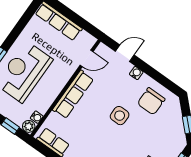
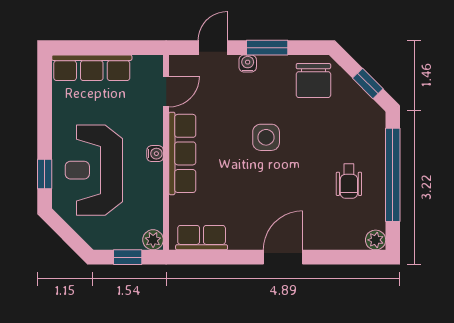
window: (151, 72) -> (267, 48), added
chair: (151, 101) -> (313, 81), moved
water cooler: (37, 117) -> (155, 154), moved

